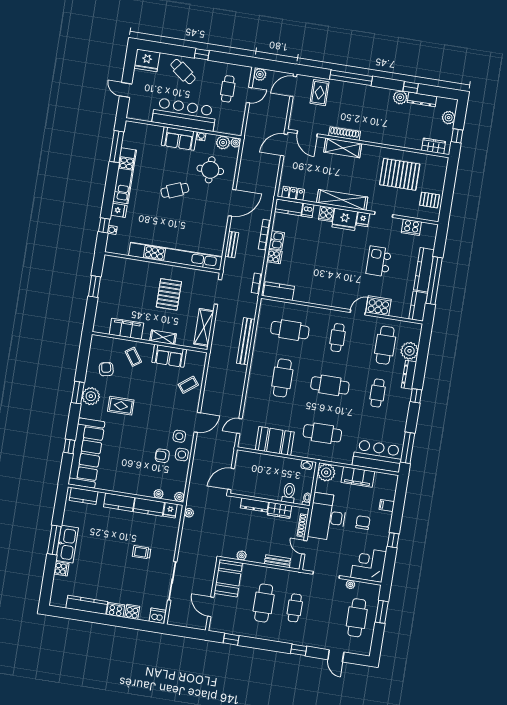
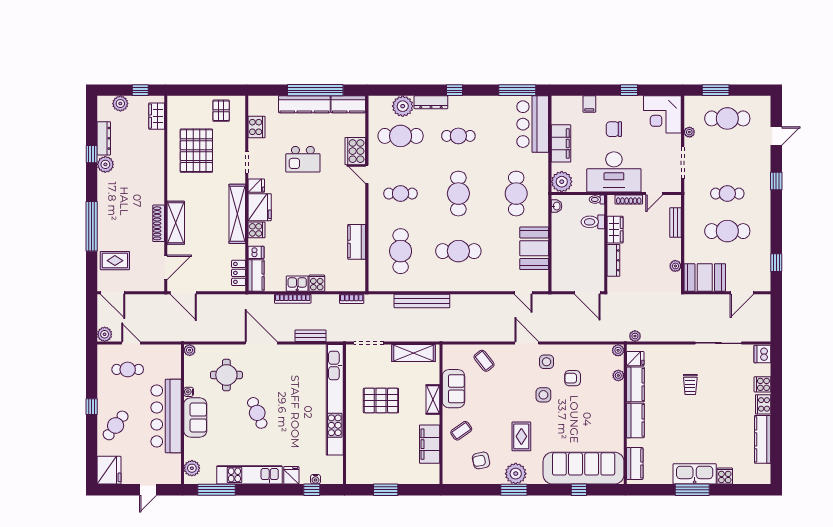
plant: (223, 143) -> (192, 468), moved
kitchen counter: (279, 291) -> (357, 242), moved
side table: (182, 455) -> (543, 395), moved
armchair: (162, 456) -> (573, 378), turned 90

